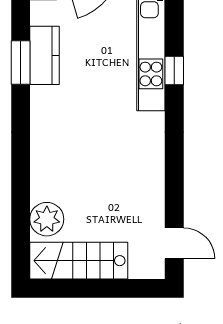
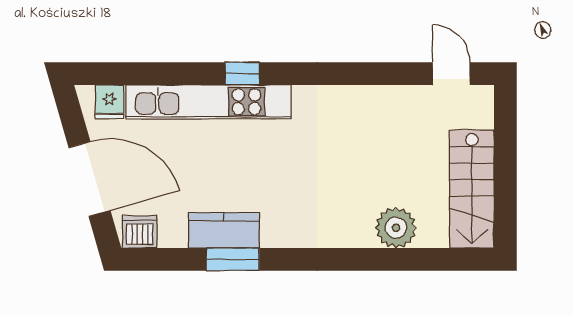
plant: (47, 219) -> (396, 228), moved
door: (174, 243) -> (451, 74), hinge flipped

